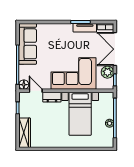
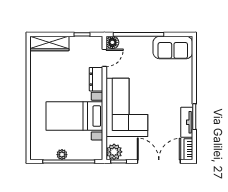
sofa: (28, 44) -> (173, 47), width x0.73
plant: (107, 72) -> (114, 152), moved

